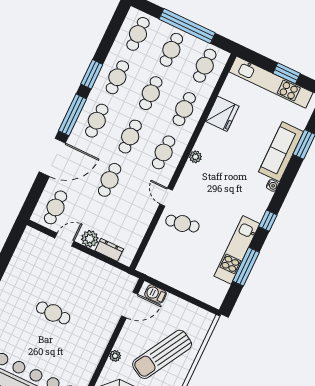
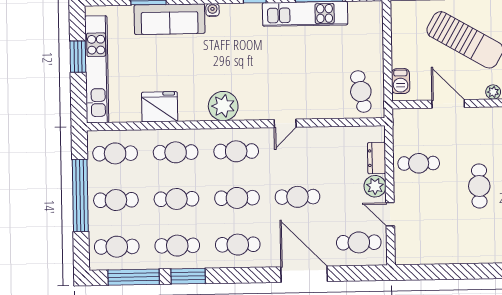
window: (73, 115) -> (134, 277), moved
plant: (195, 157) -> (223, 106), width x1.88, depth x1.88
cafe table: (182, 224) -> (361, 92), moved
cafe table: (91, 278) -> (419, 163), added
door: (130, 305) -> (448, 104), moved

